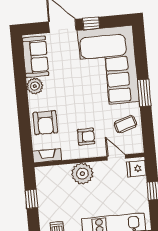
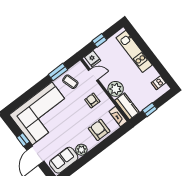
window: (144, 93) -> (58, 72), moved
armchair: (45, 123) -> (99, 130), turned -90
door: (116, 157) -> (93, 75), swing flipped
kitchen counter: (53, 174) -> (127, 106), added

